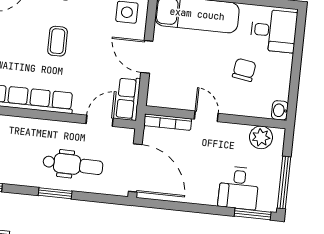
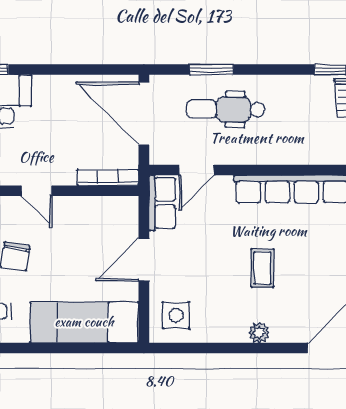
door: (147, 57) -> (144, 260), swing flipped
door: (206, 116) -> (37, 191), moved
window: (55, 193) -> (211, 70), moved

